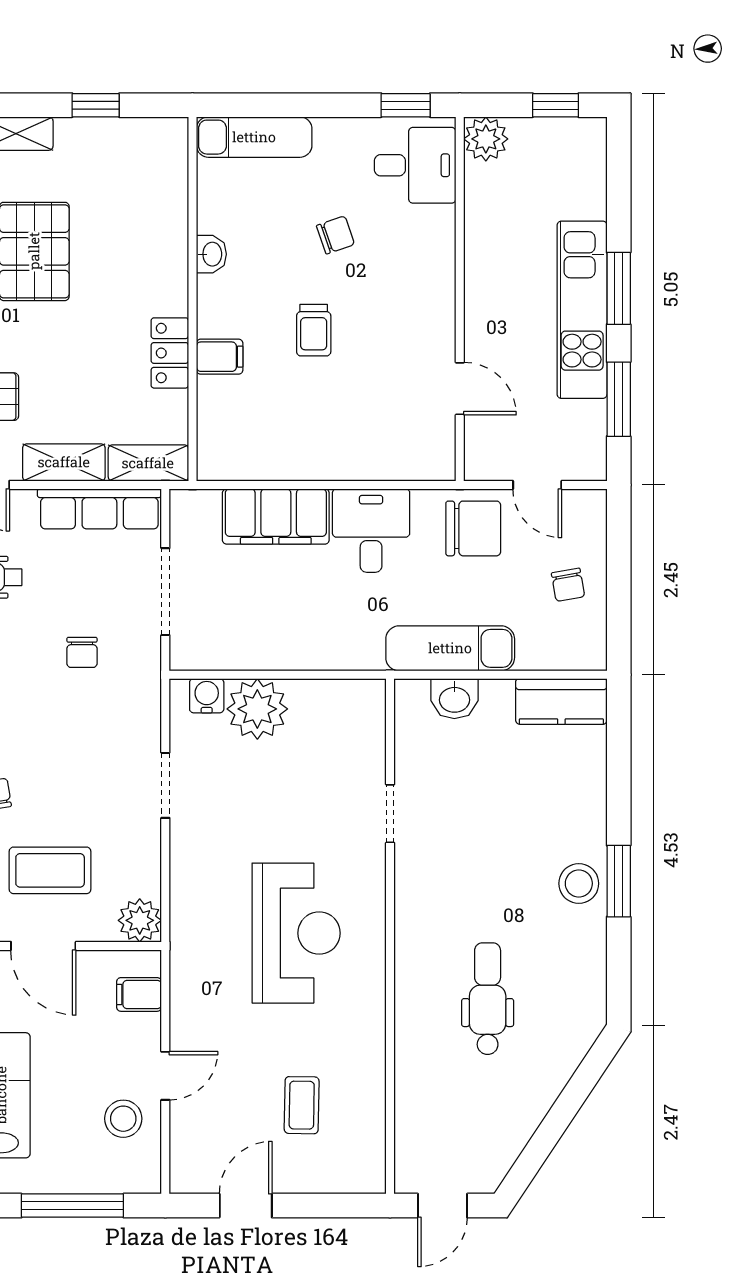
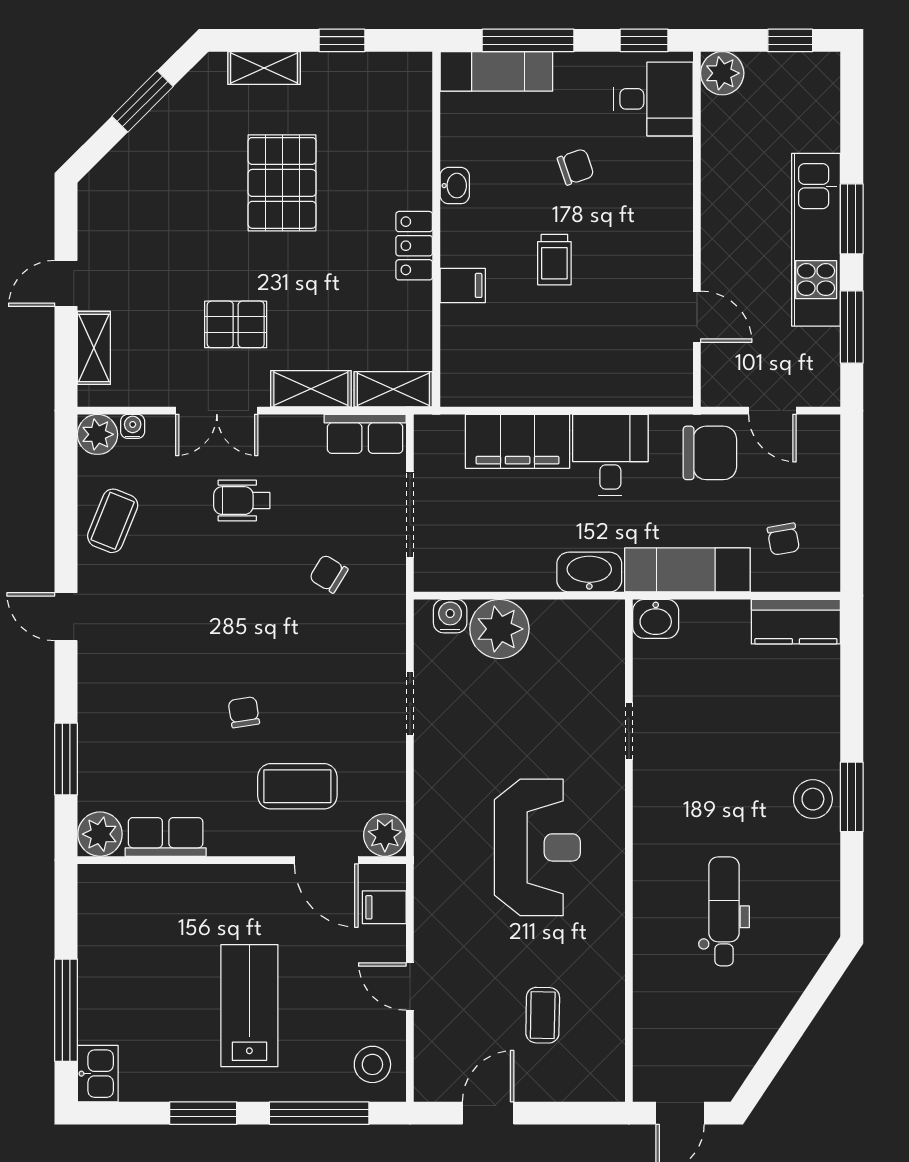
window: (287, 105) -> (528, 40), added
locker: (170, 353) -> (414, 246), moved
row of seats: (99, 509) -> (365, 434), width x0.68
chair: (568, 585) -> (783, 539), moved
washbasin: (349, 651) -> (589, 572), added
chair: (82, 652) -> (329, 574), turned 121
washbasin: (454, 699) -> (656, 619), moved
door: (43, 946) -> (326, 860), moved
door: (165, 1076) -> (410, 986), swing flipped
stool: (123, 1119) -> (372, 1064), moved

